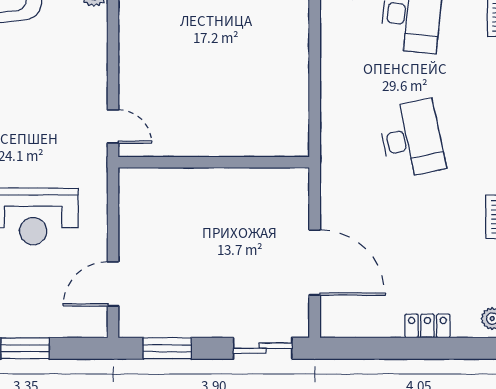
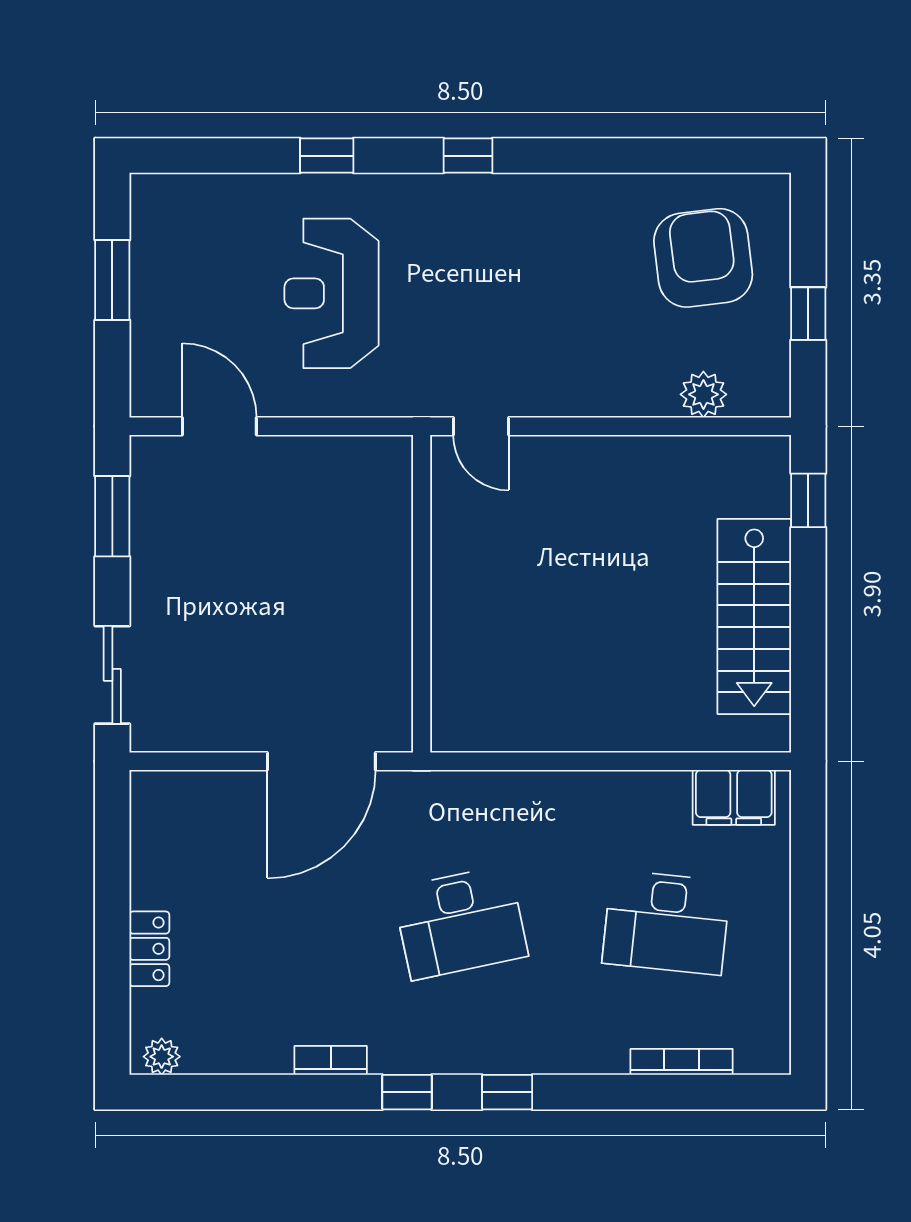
door: (113, 127) -> (481, 426), hinge flipped
door: (315, 263) -> (321, 761), moved

